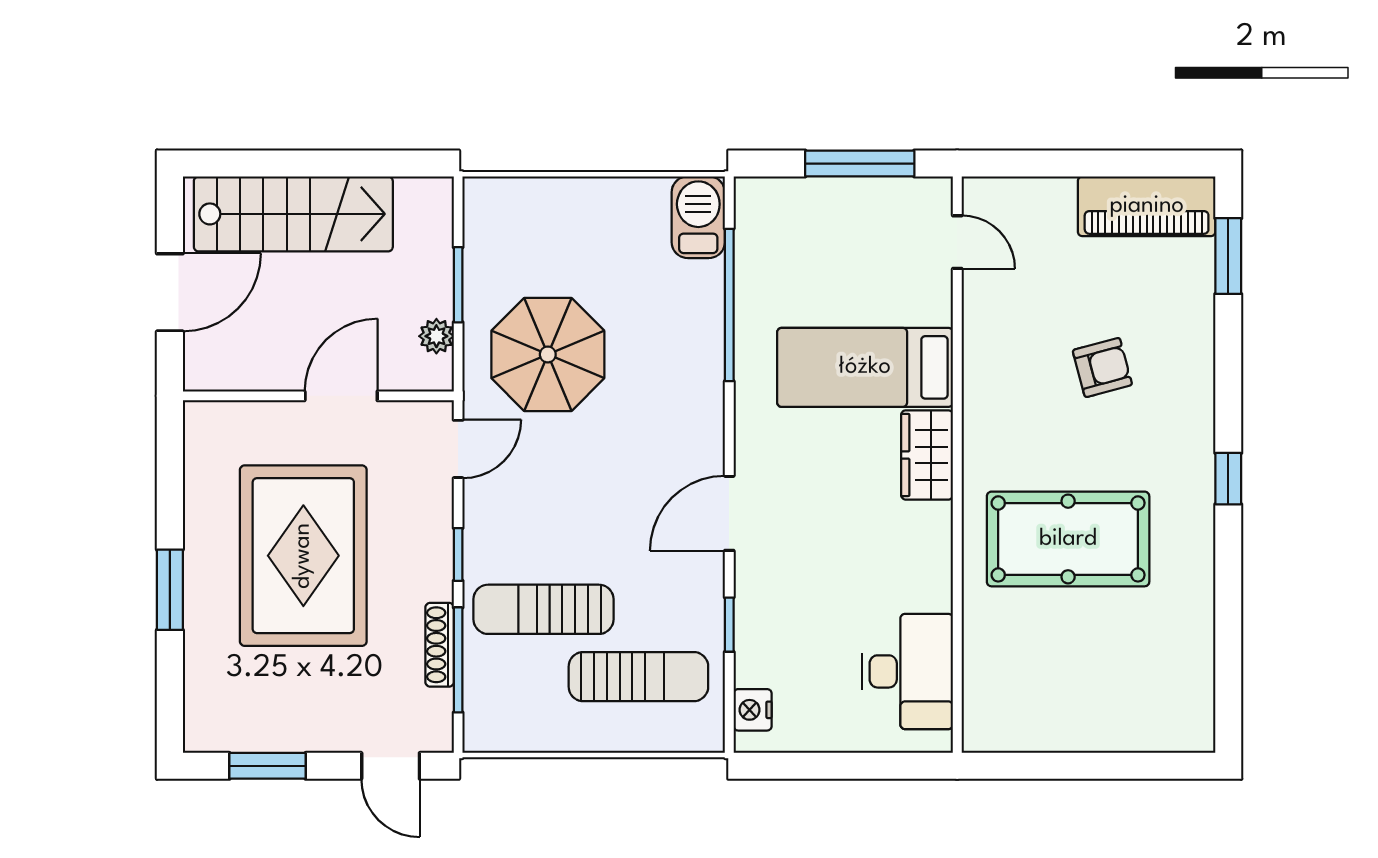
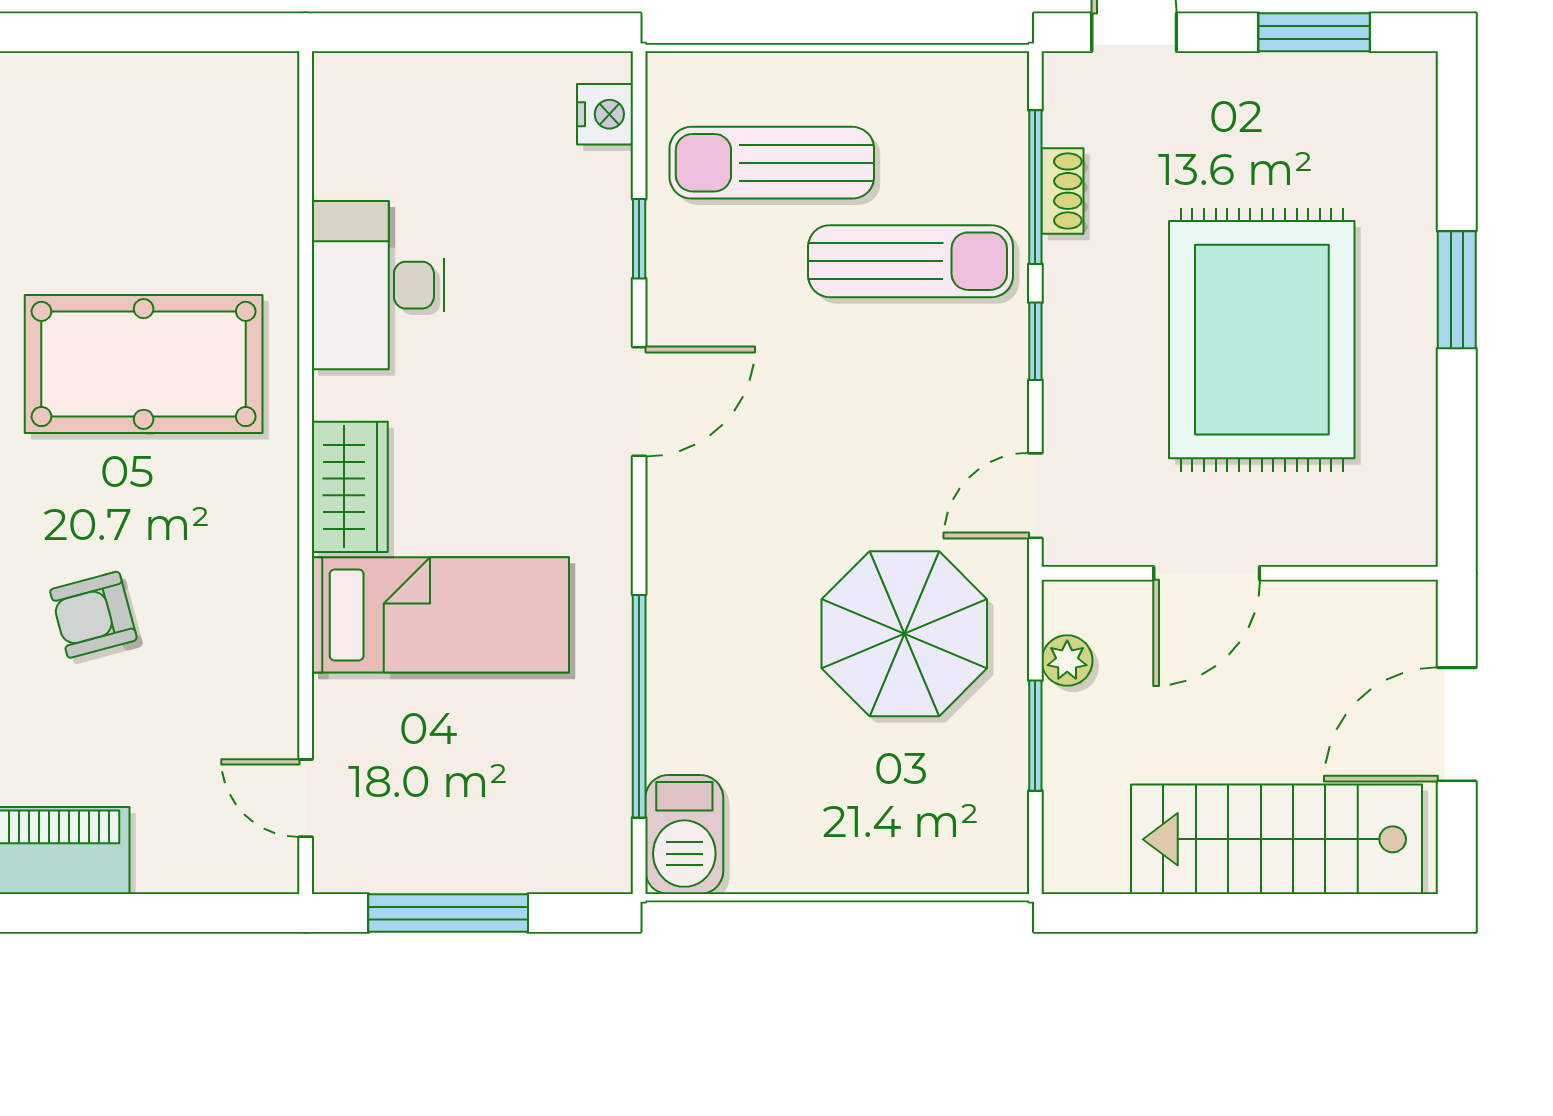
shoe rack: (440, 645) -> (1062, 191), width x0.70
desk: (908, 671) -> (378, 285), moved

